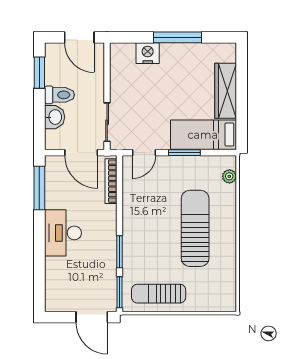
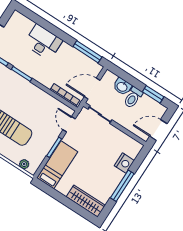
wardrobe: (226, 91) -> (86, 201), moved
desk: (63, 233) -> (43, 42), moved

